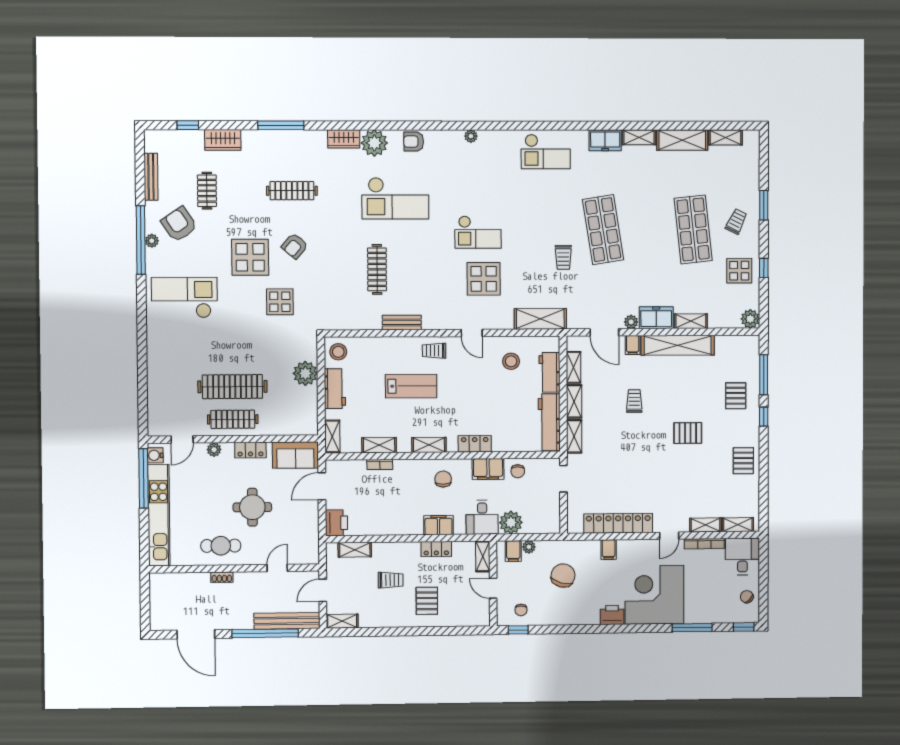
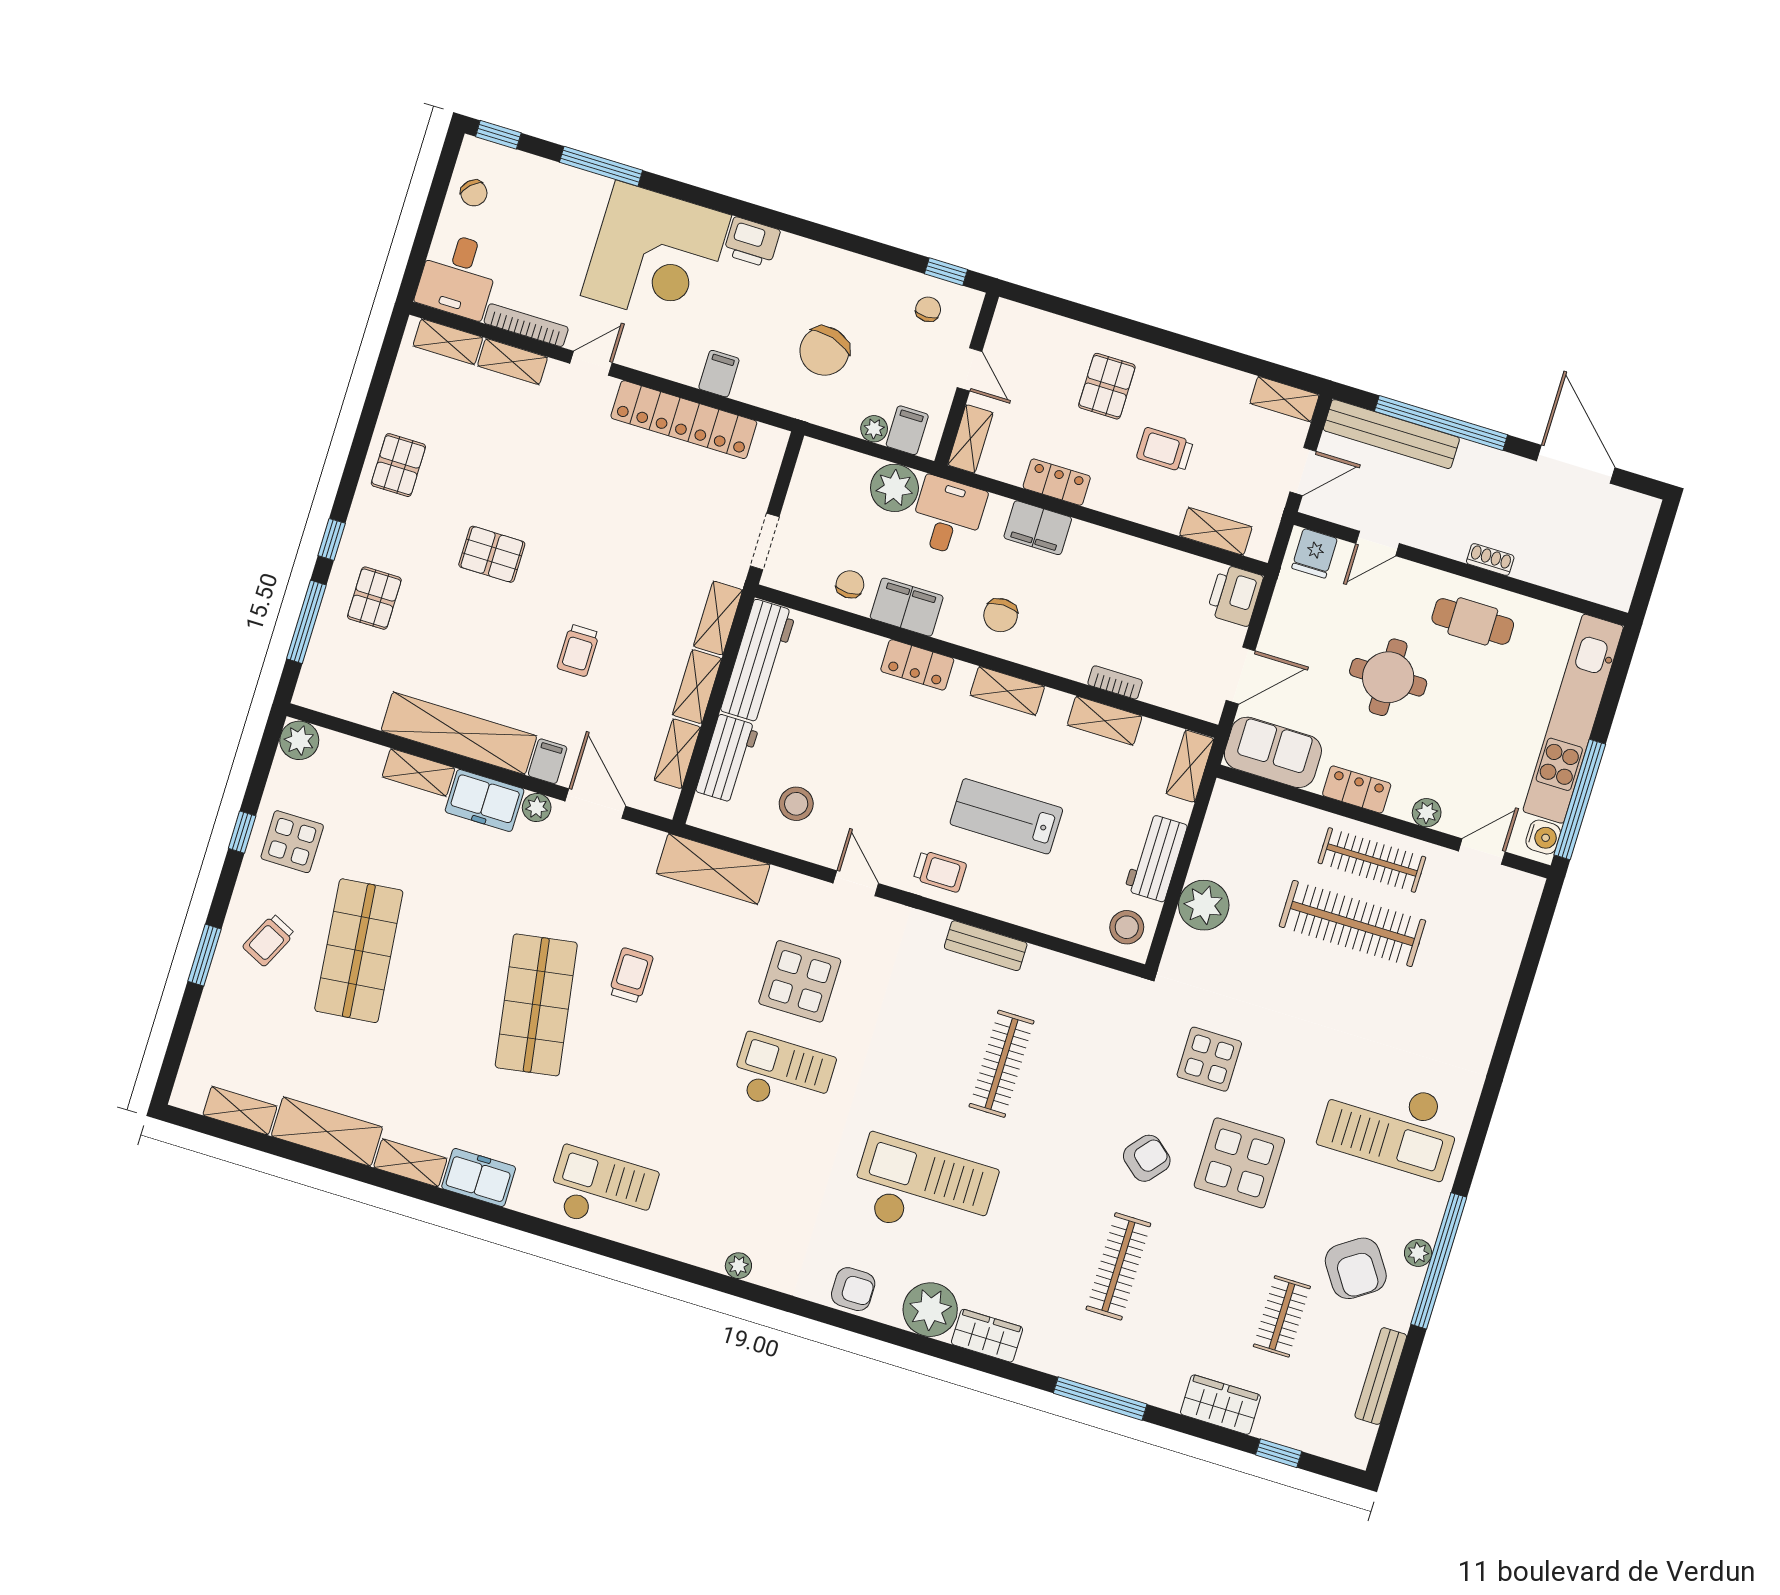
clothes rail: (292, 191) -> (1118, 1266), turned 90
fridge: (305, 554) -> (1315, 553), added

